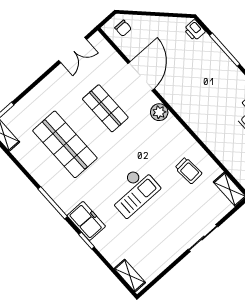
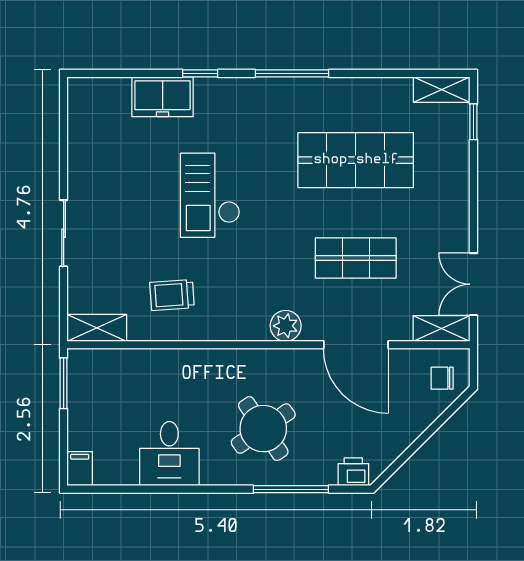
round table: (210, 83) -> (263, 429), added
freezer: (86, 221) -> (163, 97), moved
shelving: (130, 276) -> (442, 328), moved

